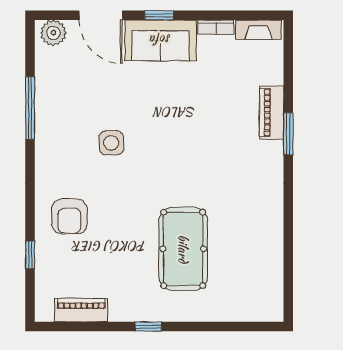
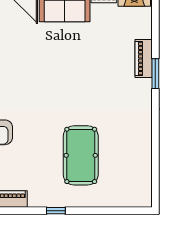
side table: (111, 143) -> (30, 80), removed

